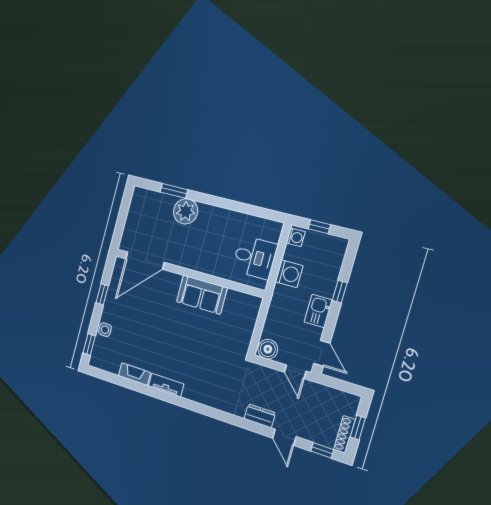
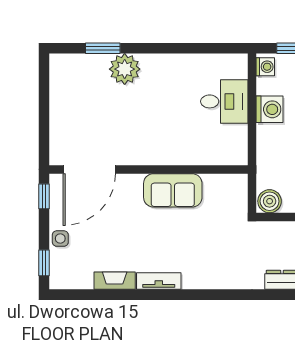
door: (145, 261) -> (89, 169), moved
wall: (188, 273) -> (149, 169), moved
sofa: (202, 295) -> (173, 190), moved

